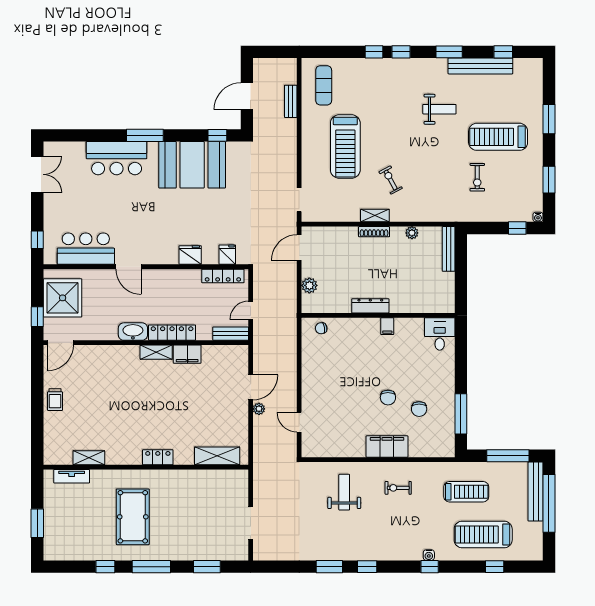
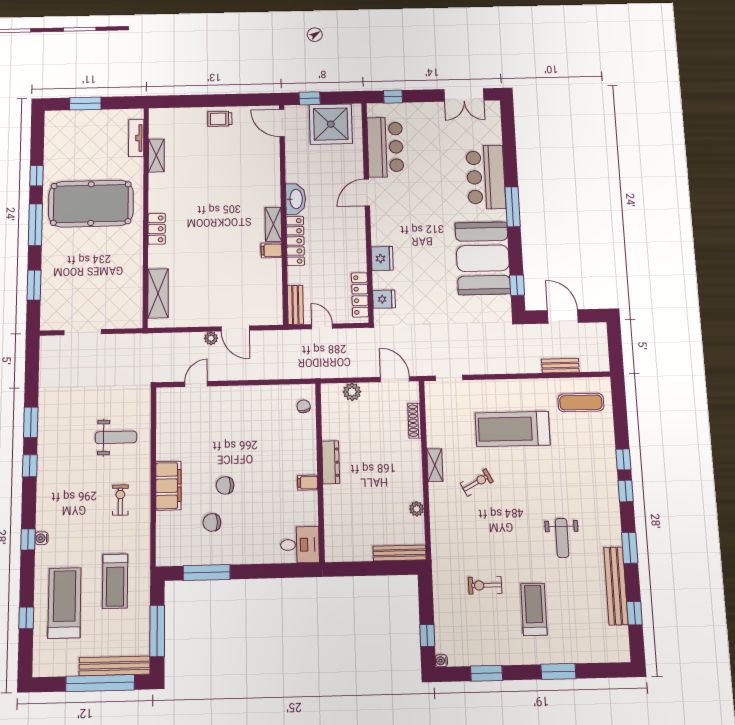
treadmill: (498, 137) -> (534, 609), width x0.73, depth x0.73
shoe rack: (374, 232) -> (414, 421), moved
filing cabinet: (187, 354) -> (271, 250), width x0.50
pool table: (133, 517) -> (91, 204), width x1.36, depth x1.32

